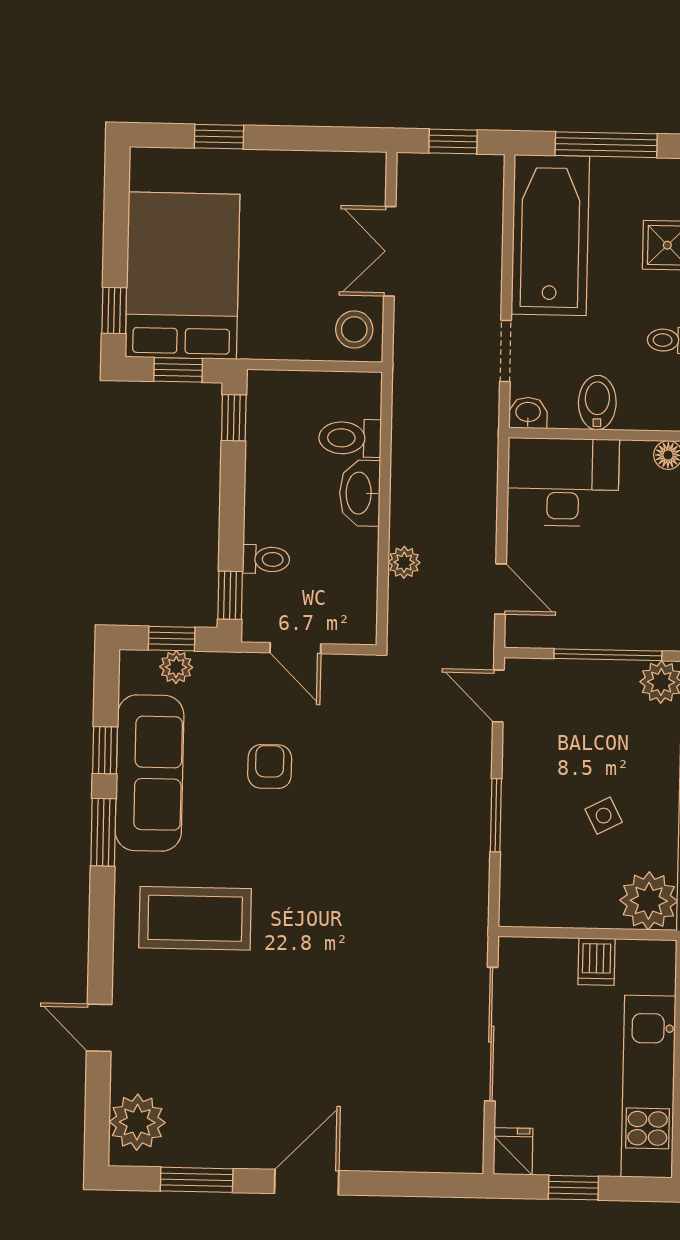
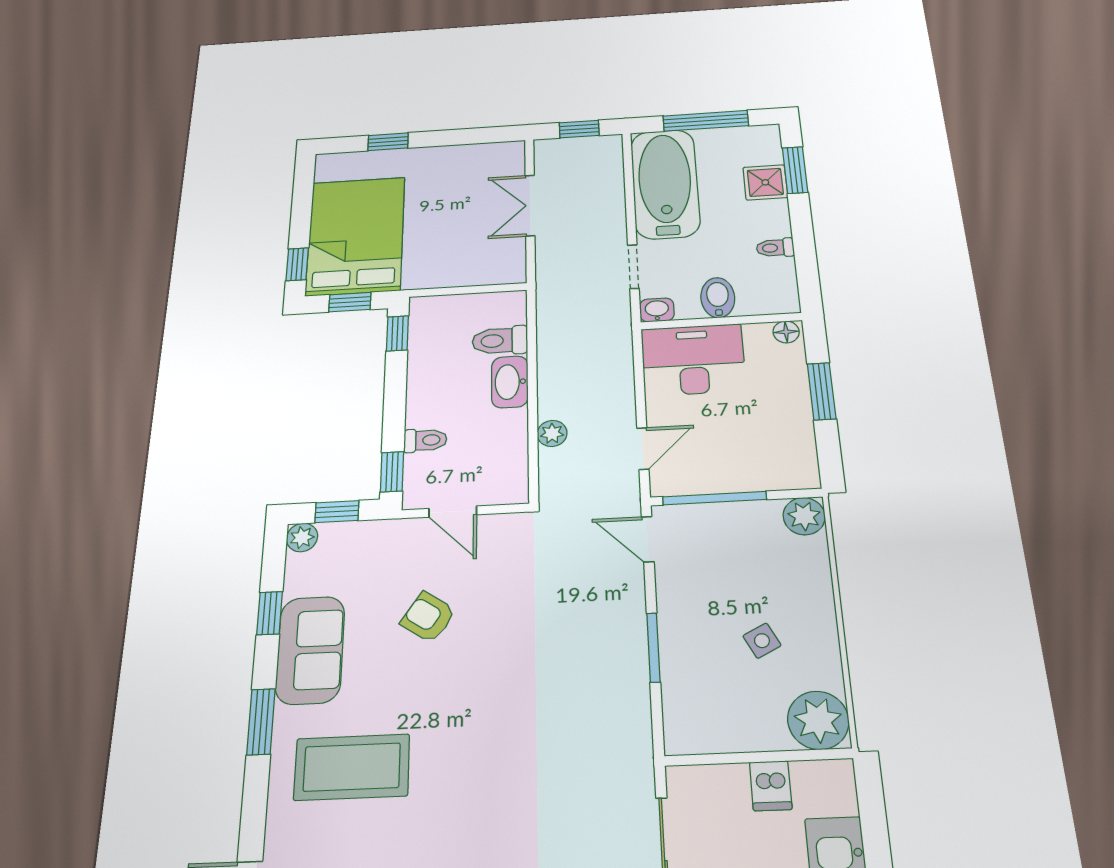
stool: (354, 329) -> (502, 262), removed
door: (501, 589) -> (643, 449), hinge flipped
window: (608, 655) -> (714, 498), moved
plant: (176, 667) -> (302, 537), moved
armchair: (270, 767) -> (428, 617), turned -56
sofa: (149, 773) -> (310, 650), width x0.73
window: (103, 832) -> (261, 722), moved

